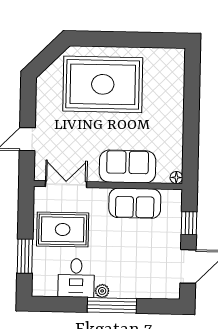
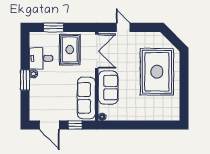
double door: (66, 184) -> (97, 51), width x1.37
sofa: (135, 203) -> (86, 98), width x1.36
window: (112, 305) -> (25, 80), width x0.69

